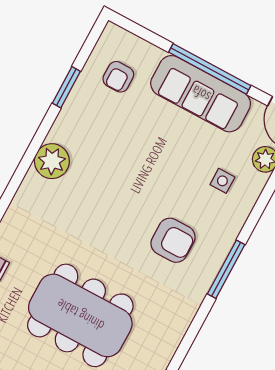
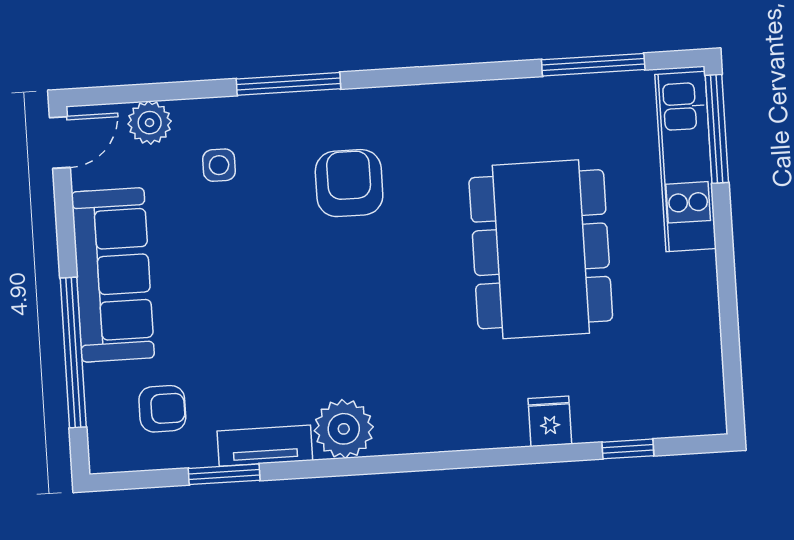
window: (210, 69) -> (73, 352), moved
tv unit: (68, 117) -> (265, 446), added
window: (226, 269) -> (289, 84), moved

